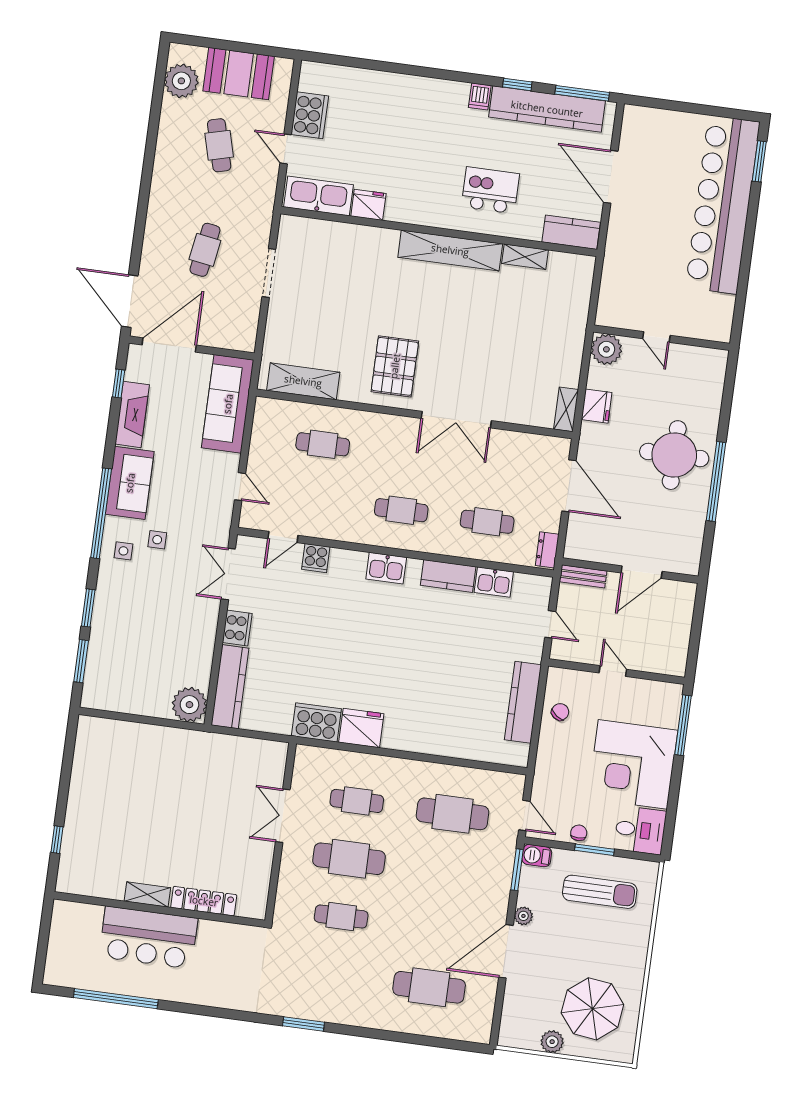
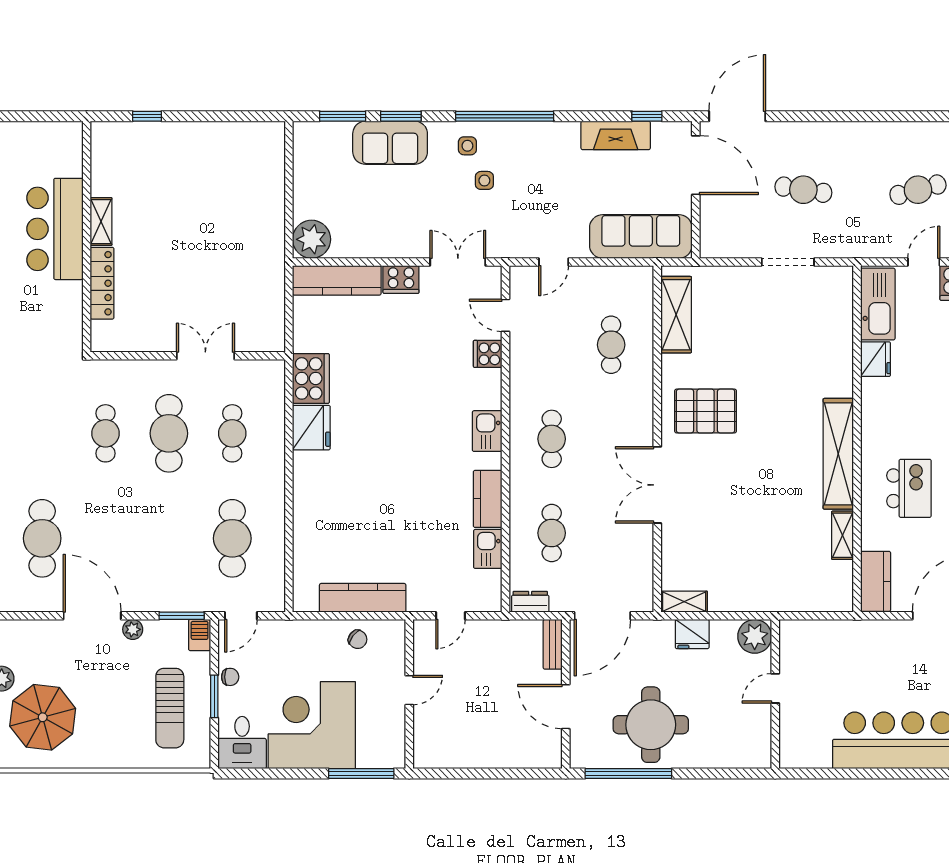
sofa: (130, 483) -> (390, 143), moved
wall: (630, 571) -> (566, 694), moved
door: (642, 572) -> (566, 707), moved
bench: (583, 576) -> (553, 644), moved

